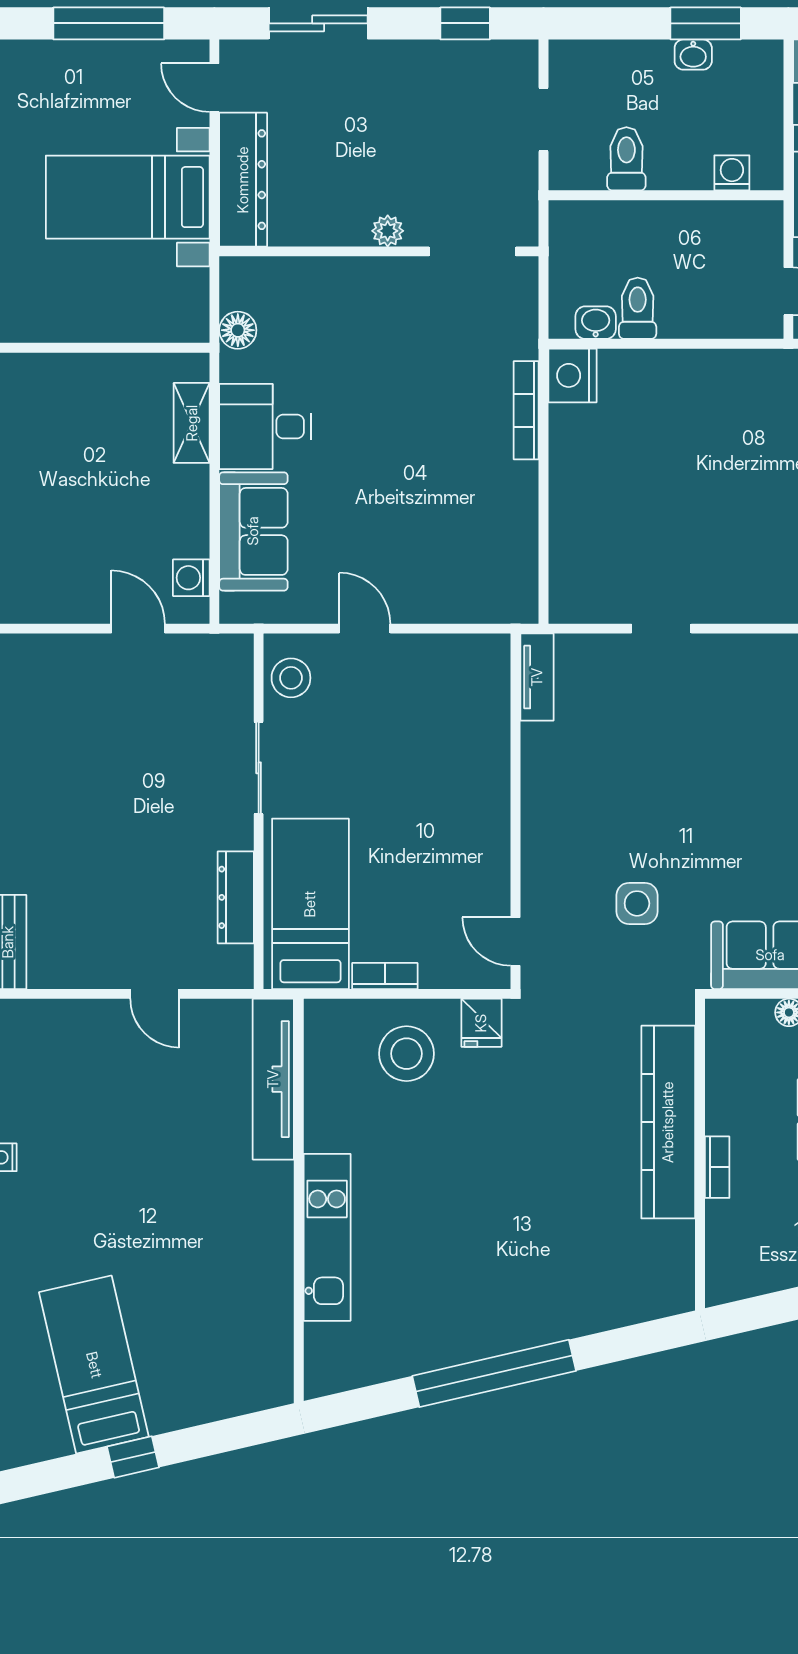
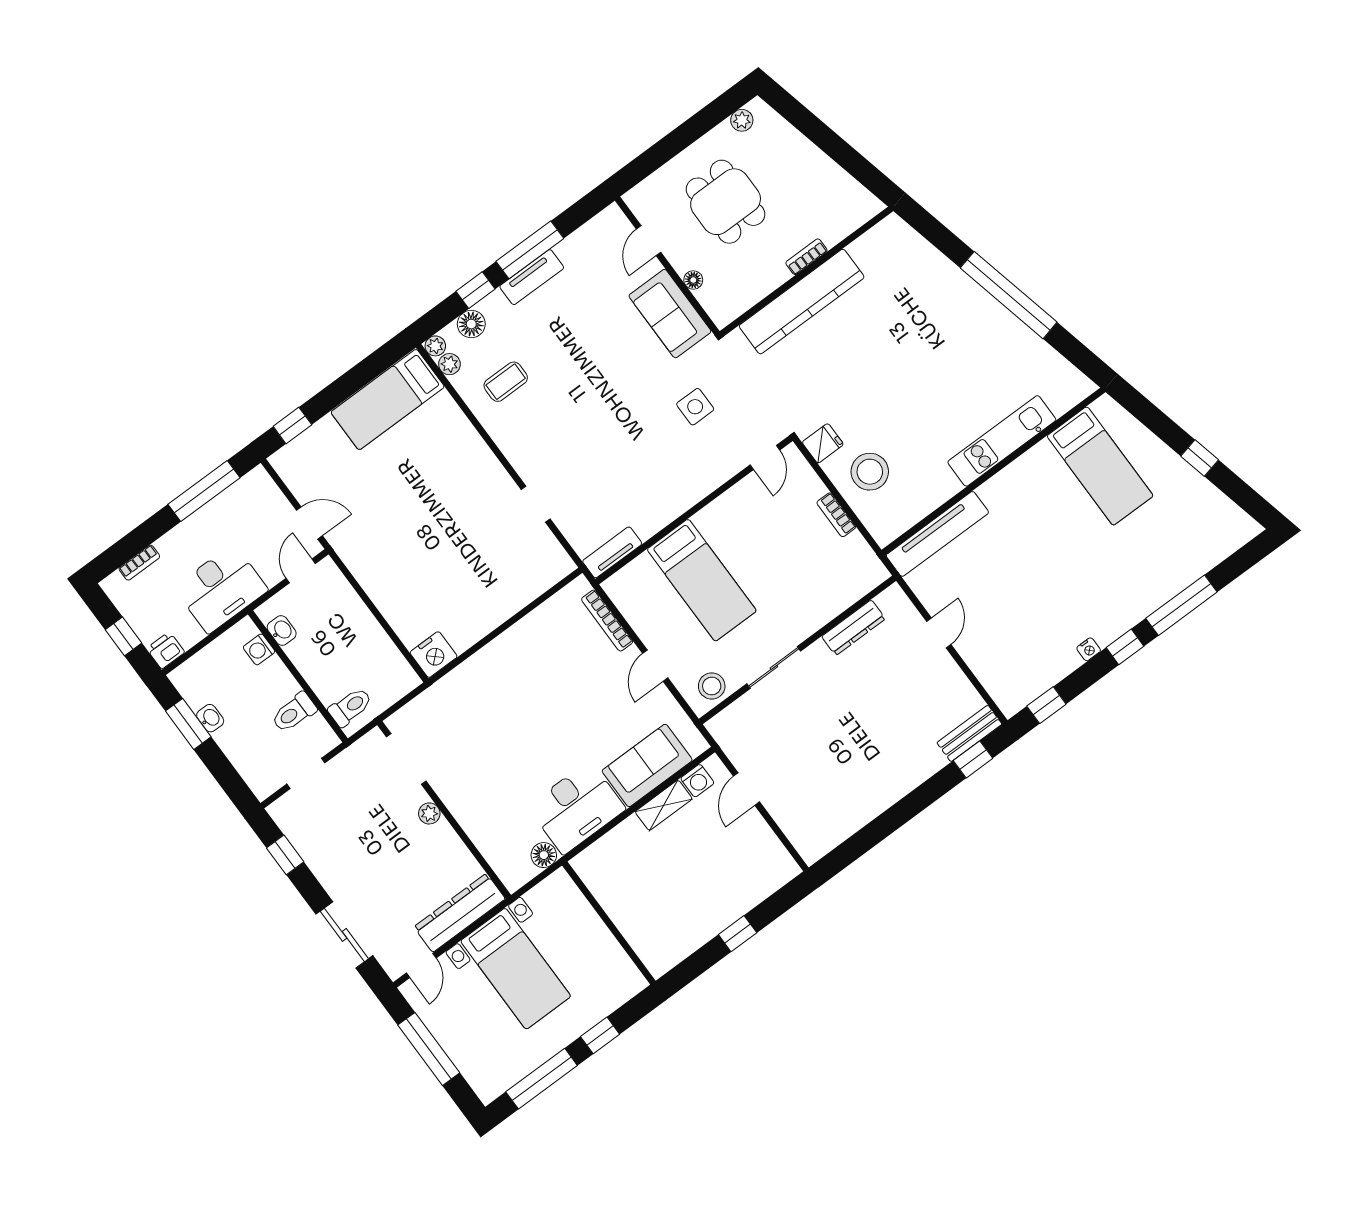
toilet: (638, 308) -> (350, 707), moved, turned 180
washbasin: (596, 323) -> (282, 630), moved, turned 180
bookcase: (526, 410) -> (607, 621), moved, turned 90
shelving: (192, 423) -> (664, 805), moved
desk: (265, 426) -> (577, 808), width x1.37
bed: (310, 904) -> (702, 580), moved, turned -90
bed: (94, 1365) -> (1100, 466), moved, turned -77

